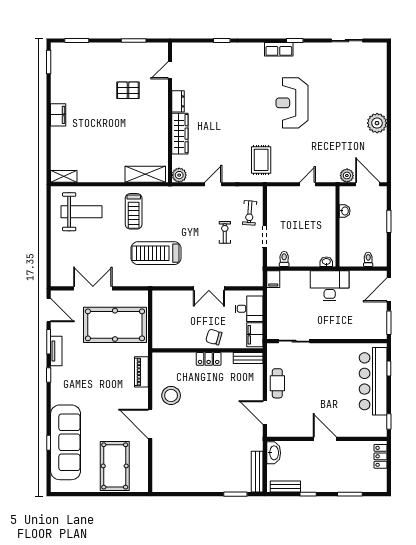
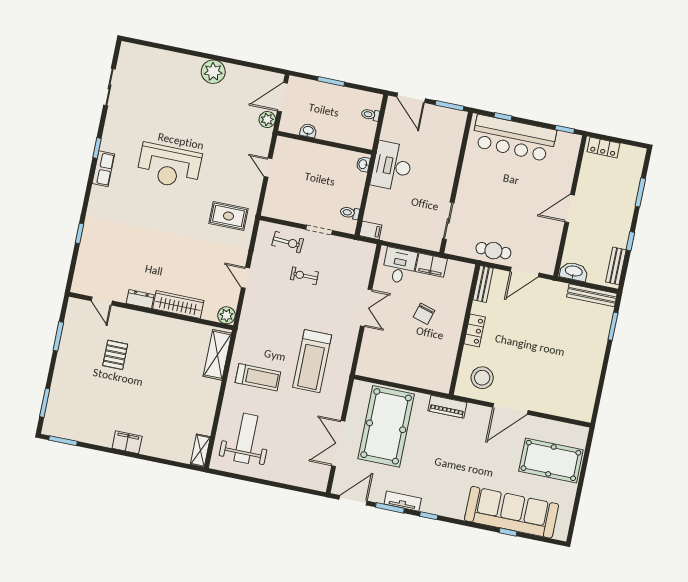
wall: (208, 350) -> (464, 330), moved
bench: (248, 358) -> (483, 284), moved
locker: (209, 359) -> (475, 330), moved

